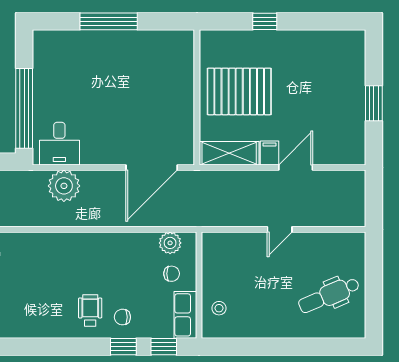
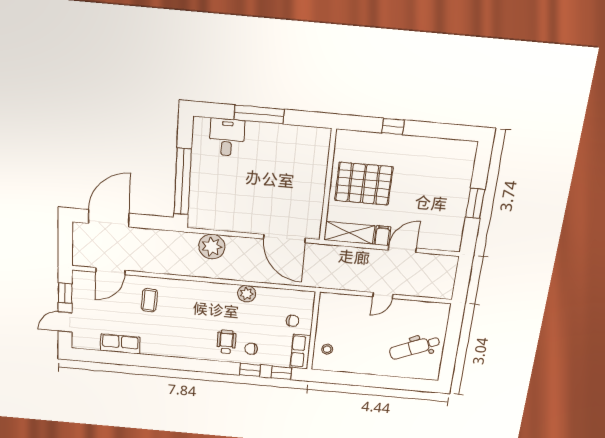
desk: (59, 144) -> (227, 137), moved, turned 180
door: (152, 168) -> (284, 239), hinge flipped
plant: (170, 243) -> (247, 294), moved

